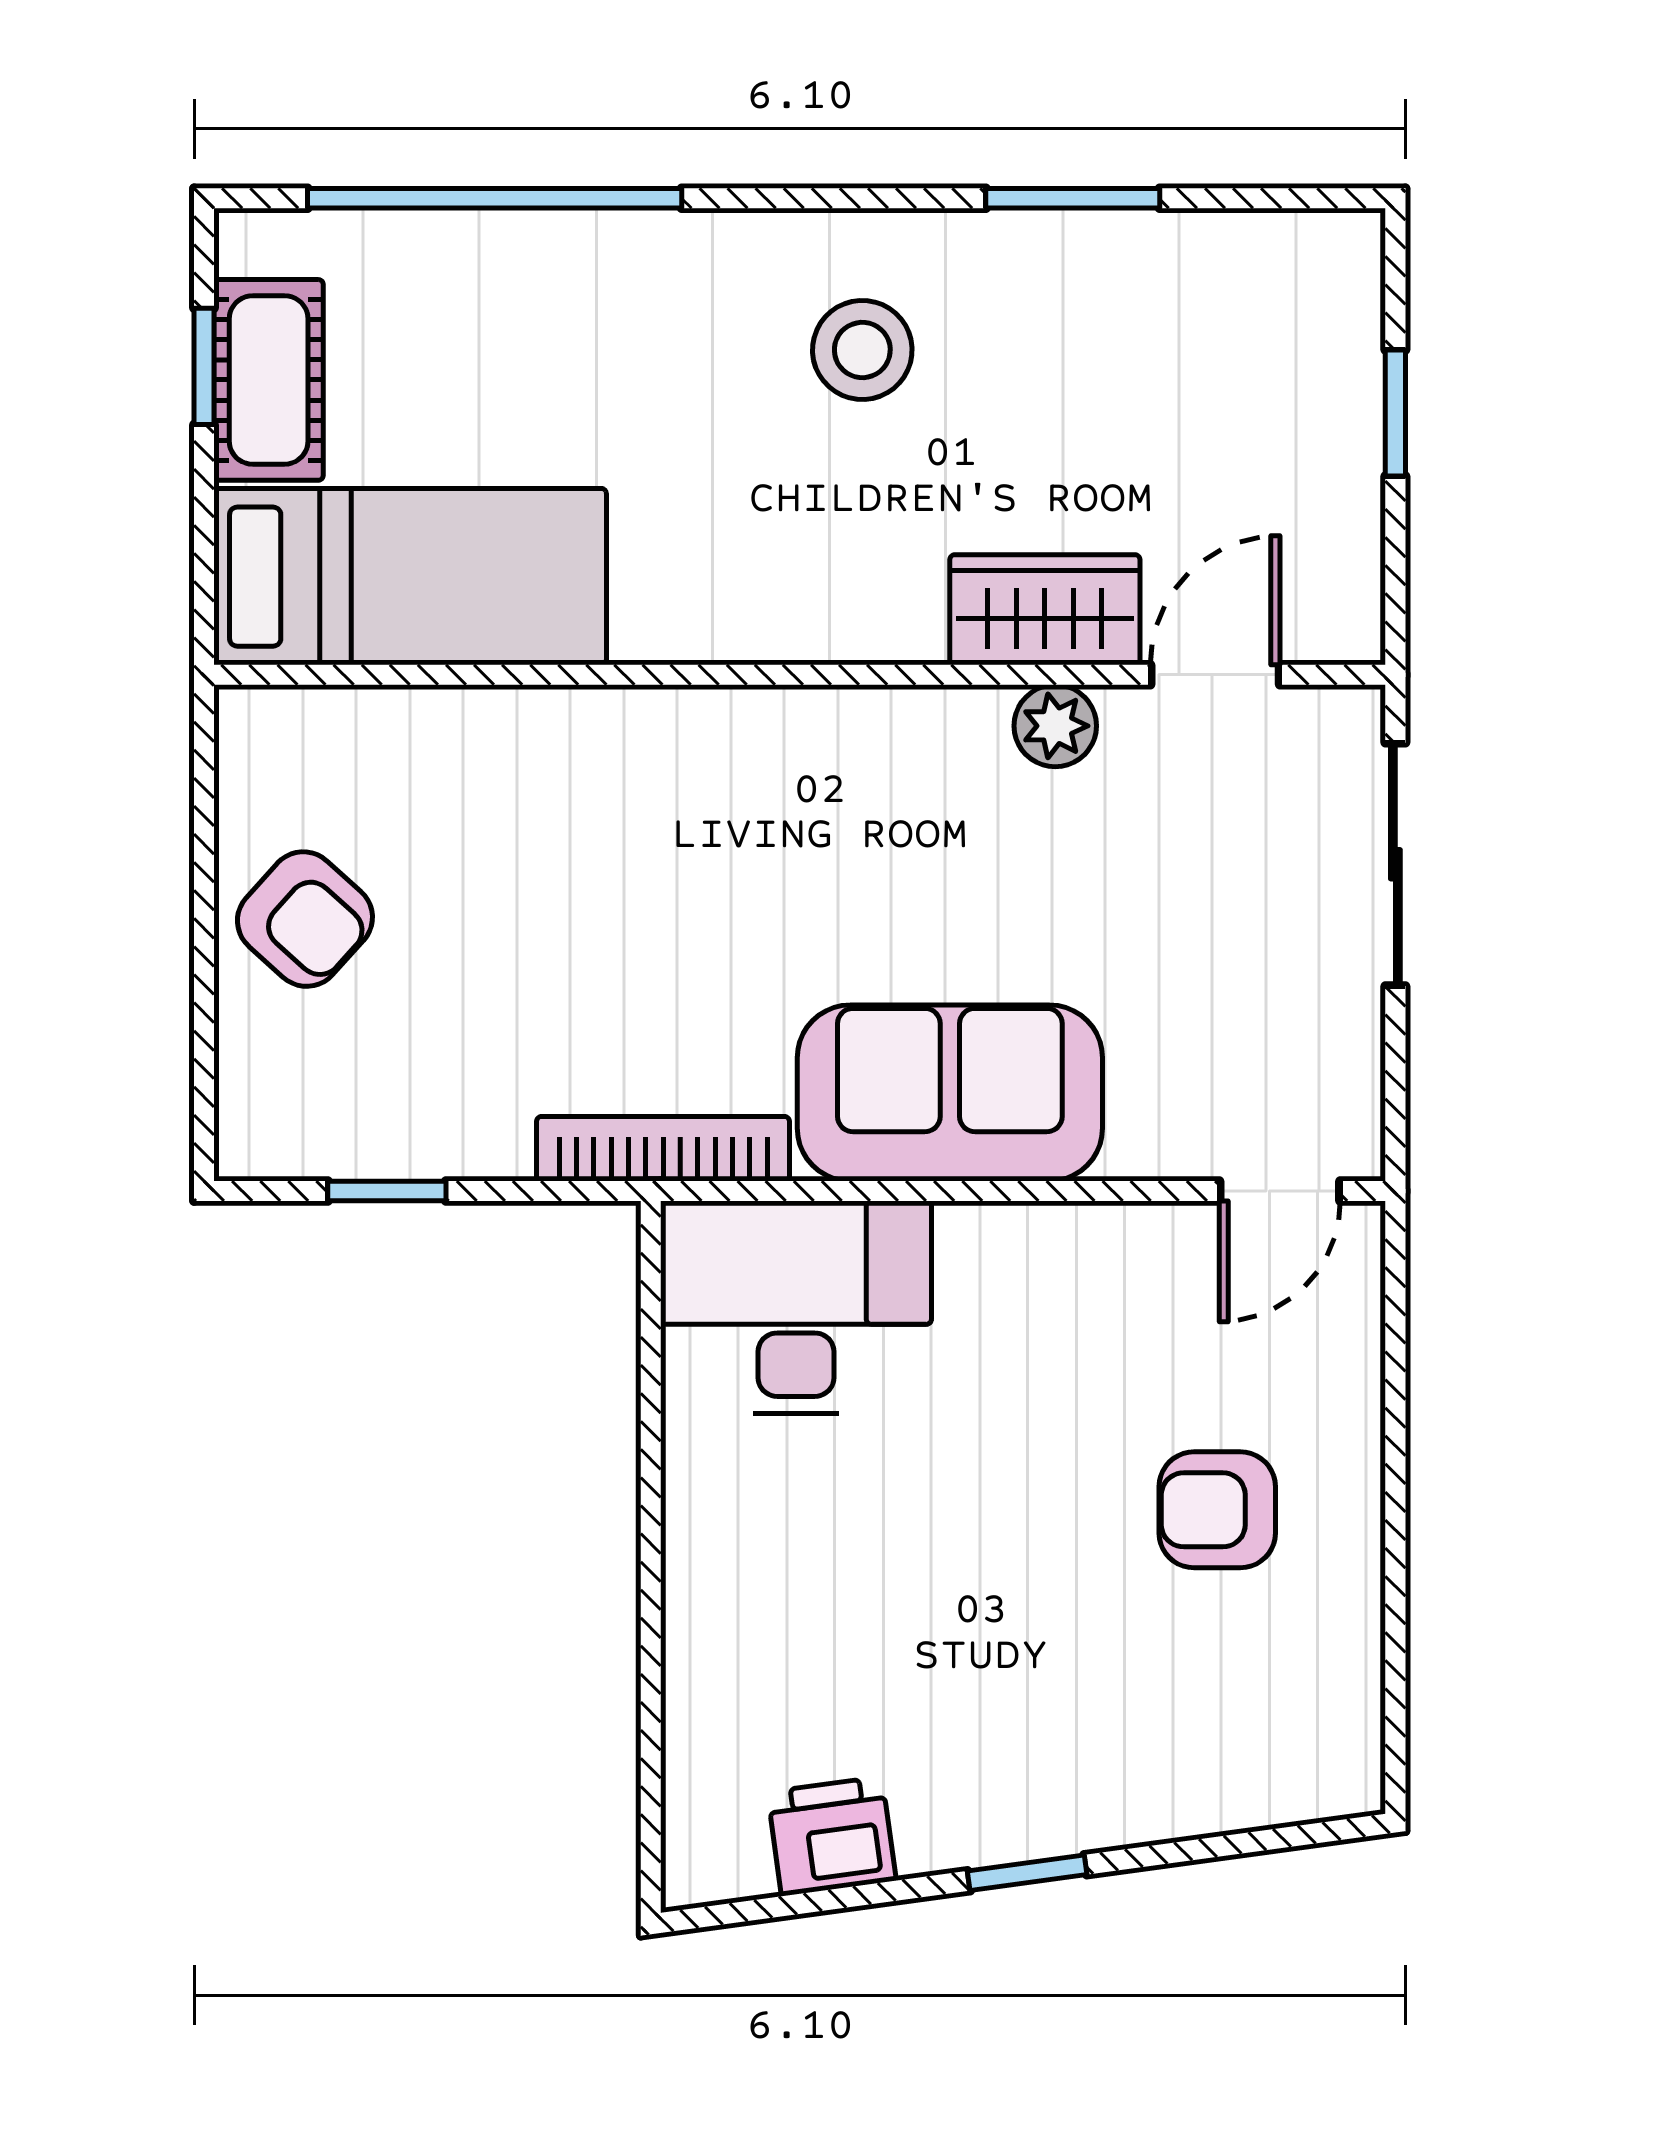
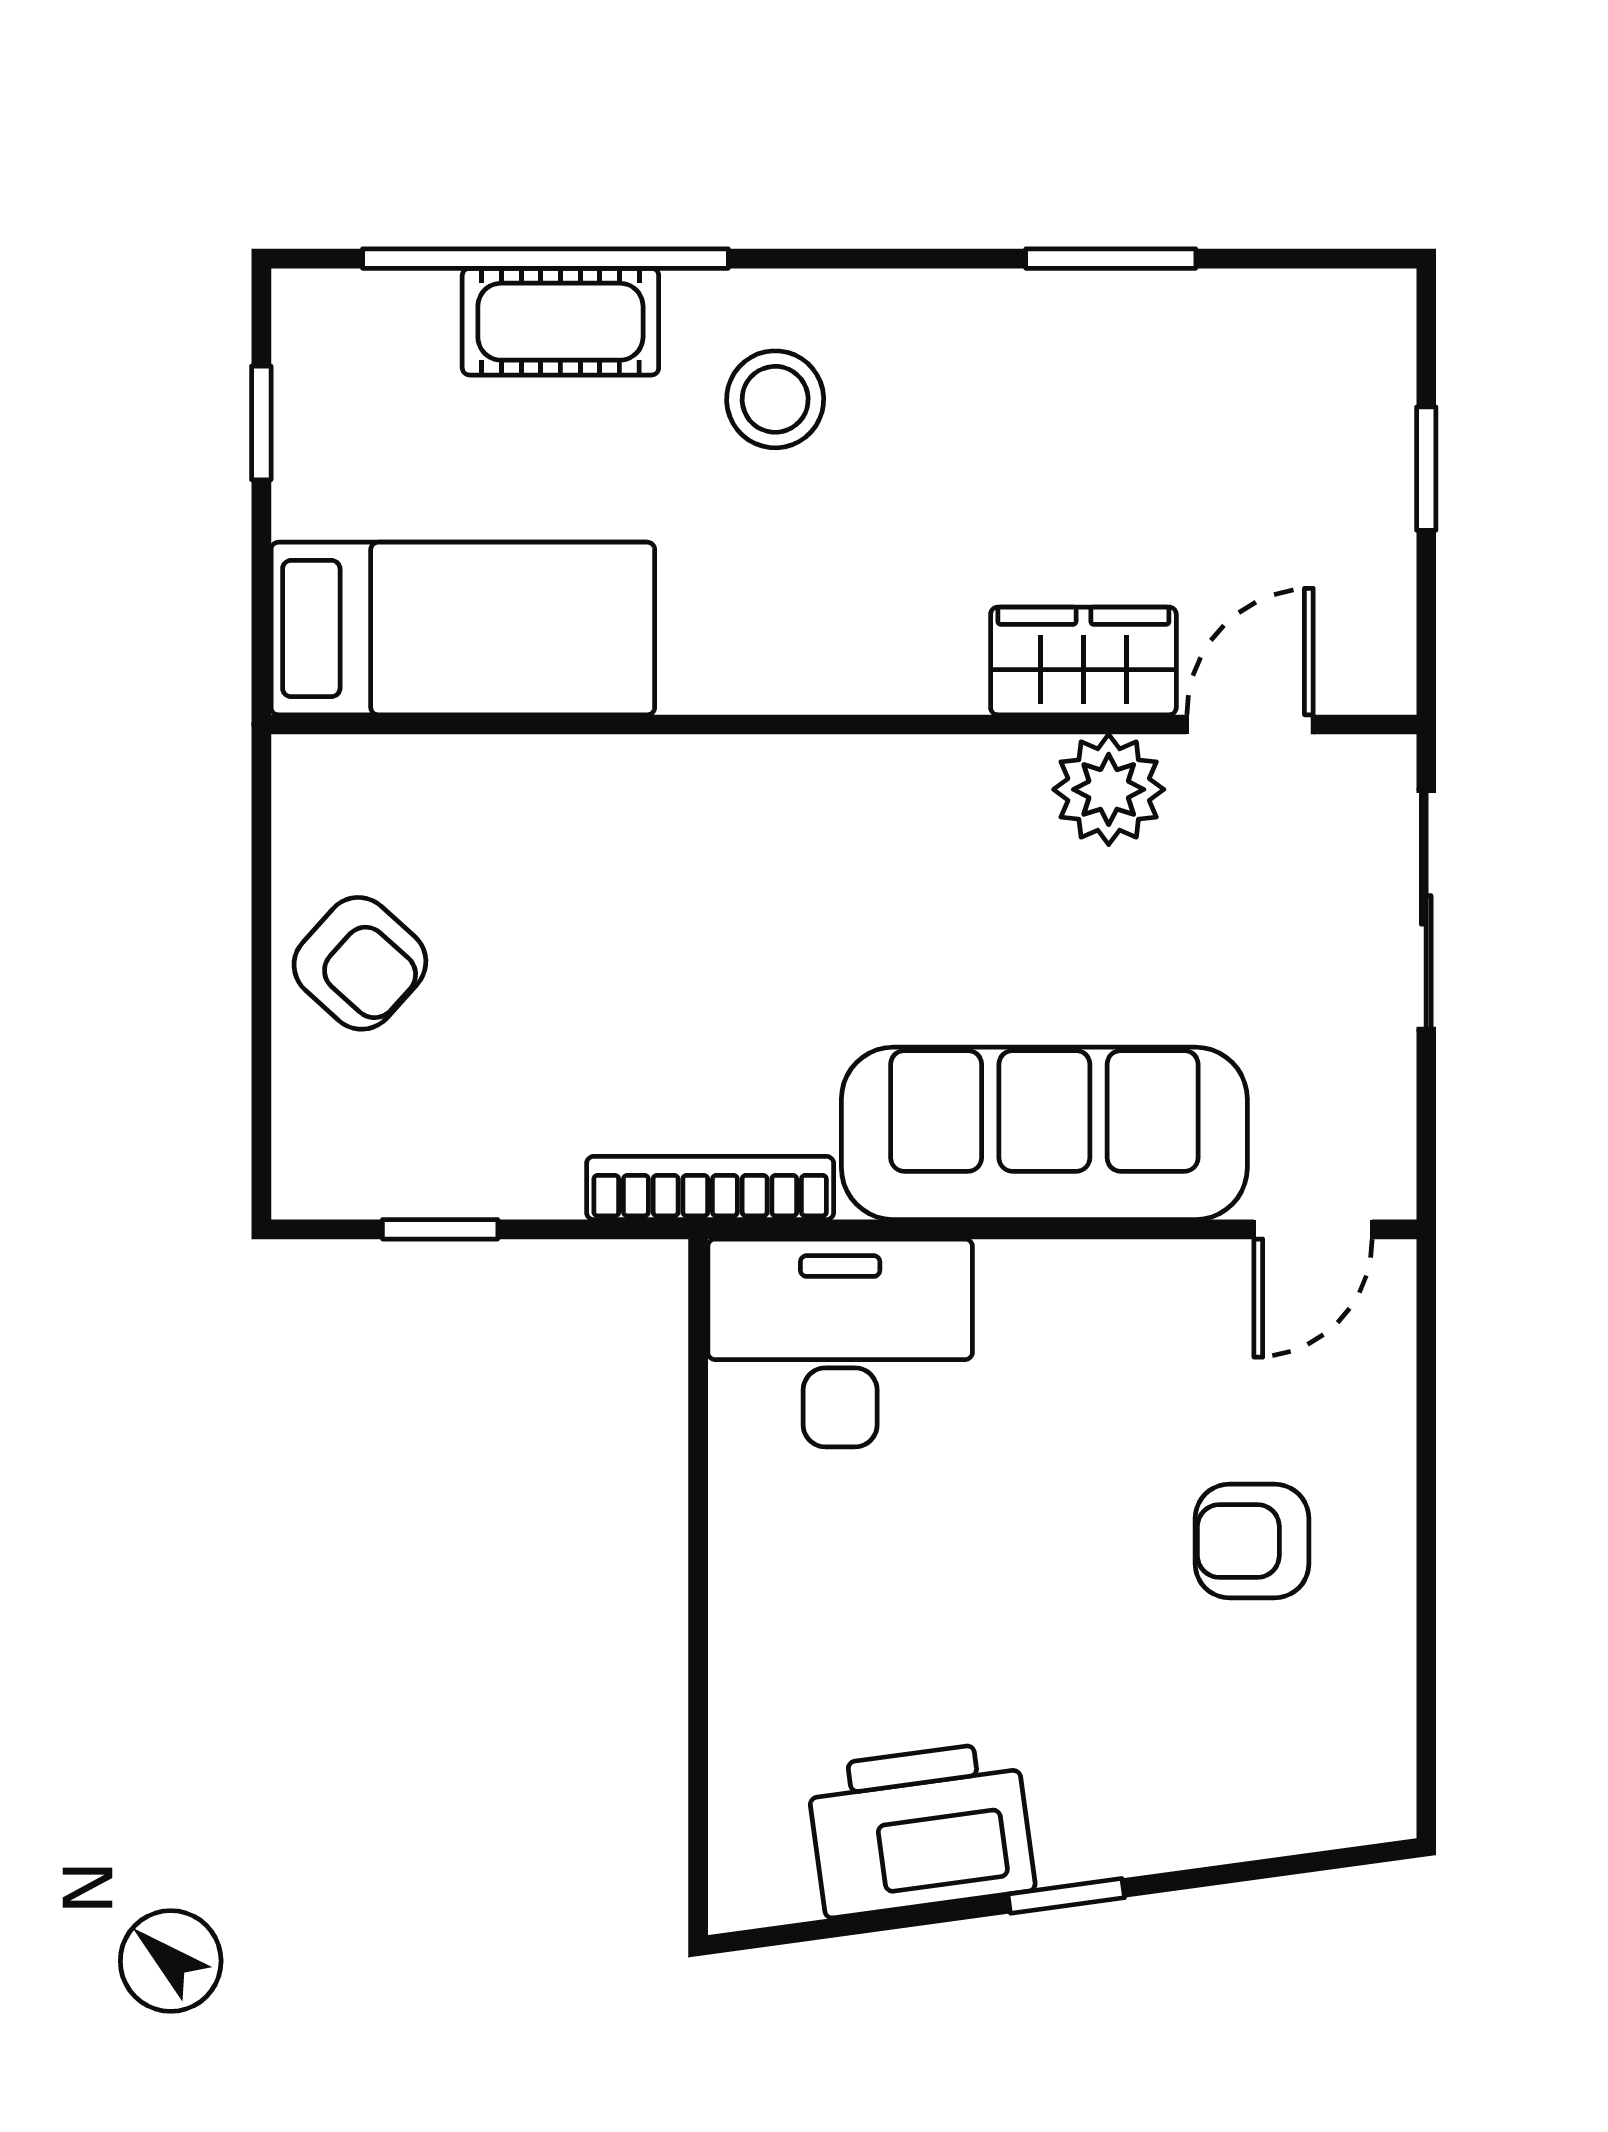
stool: (862, 350) -> (775, 399), moved
cot: (269, 380) -> (560, 322), moved, turned 90
plant: (1055, 726) -> (1109, 789), width x1.38, depth x1.38
sofa: (950, 1093) -> (1044, 1133), width x1.36
printer: (832, 1836) -> (921, 1829), width x1.87, depth x1.48

